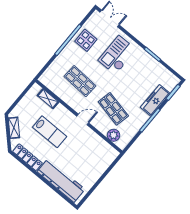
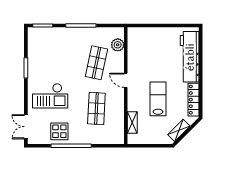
freezer: (155, 100) -> (61, 35), removed

